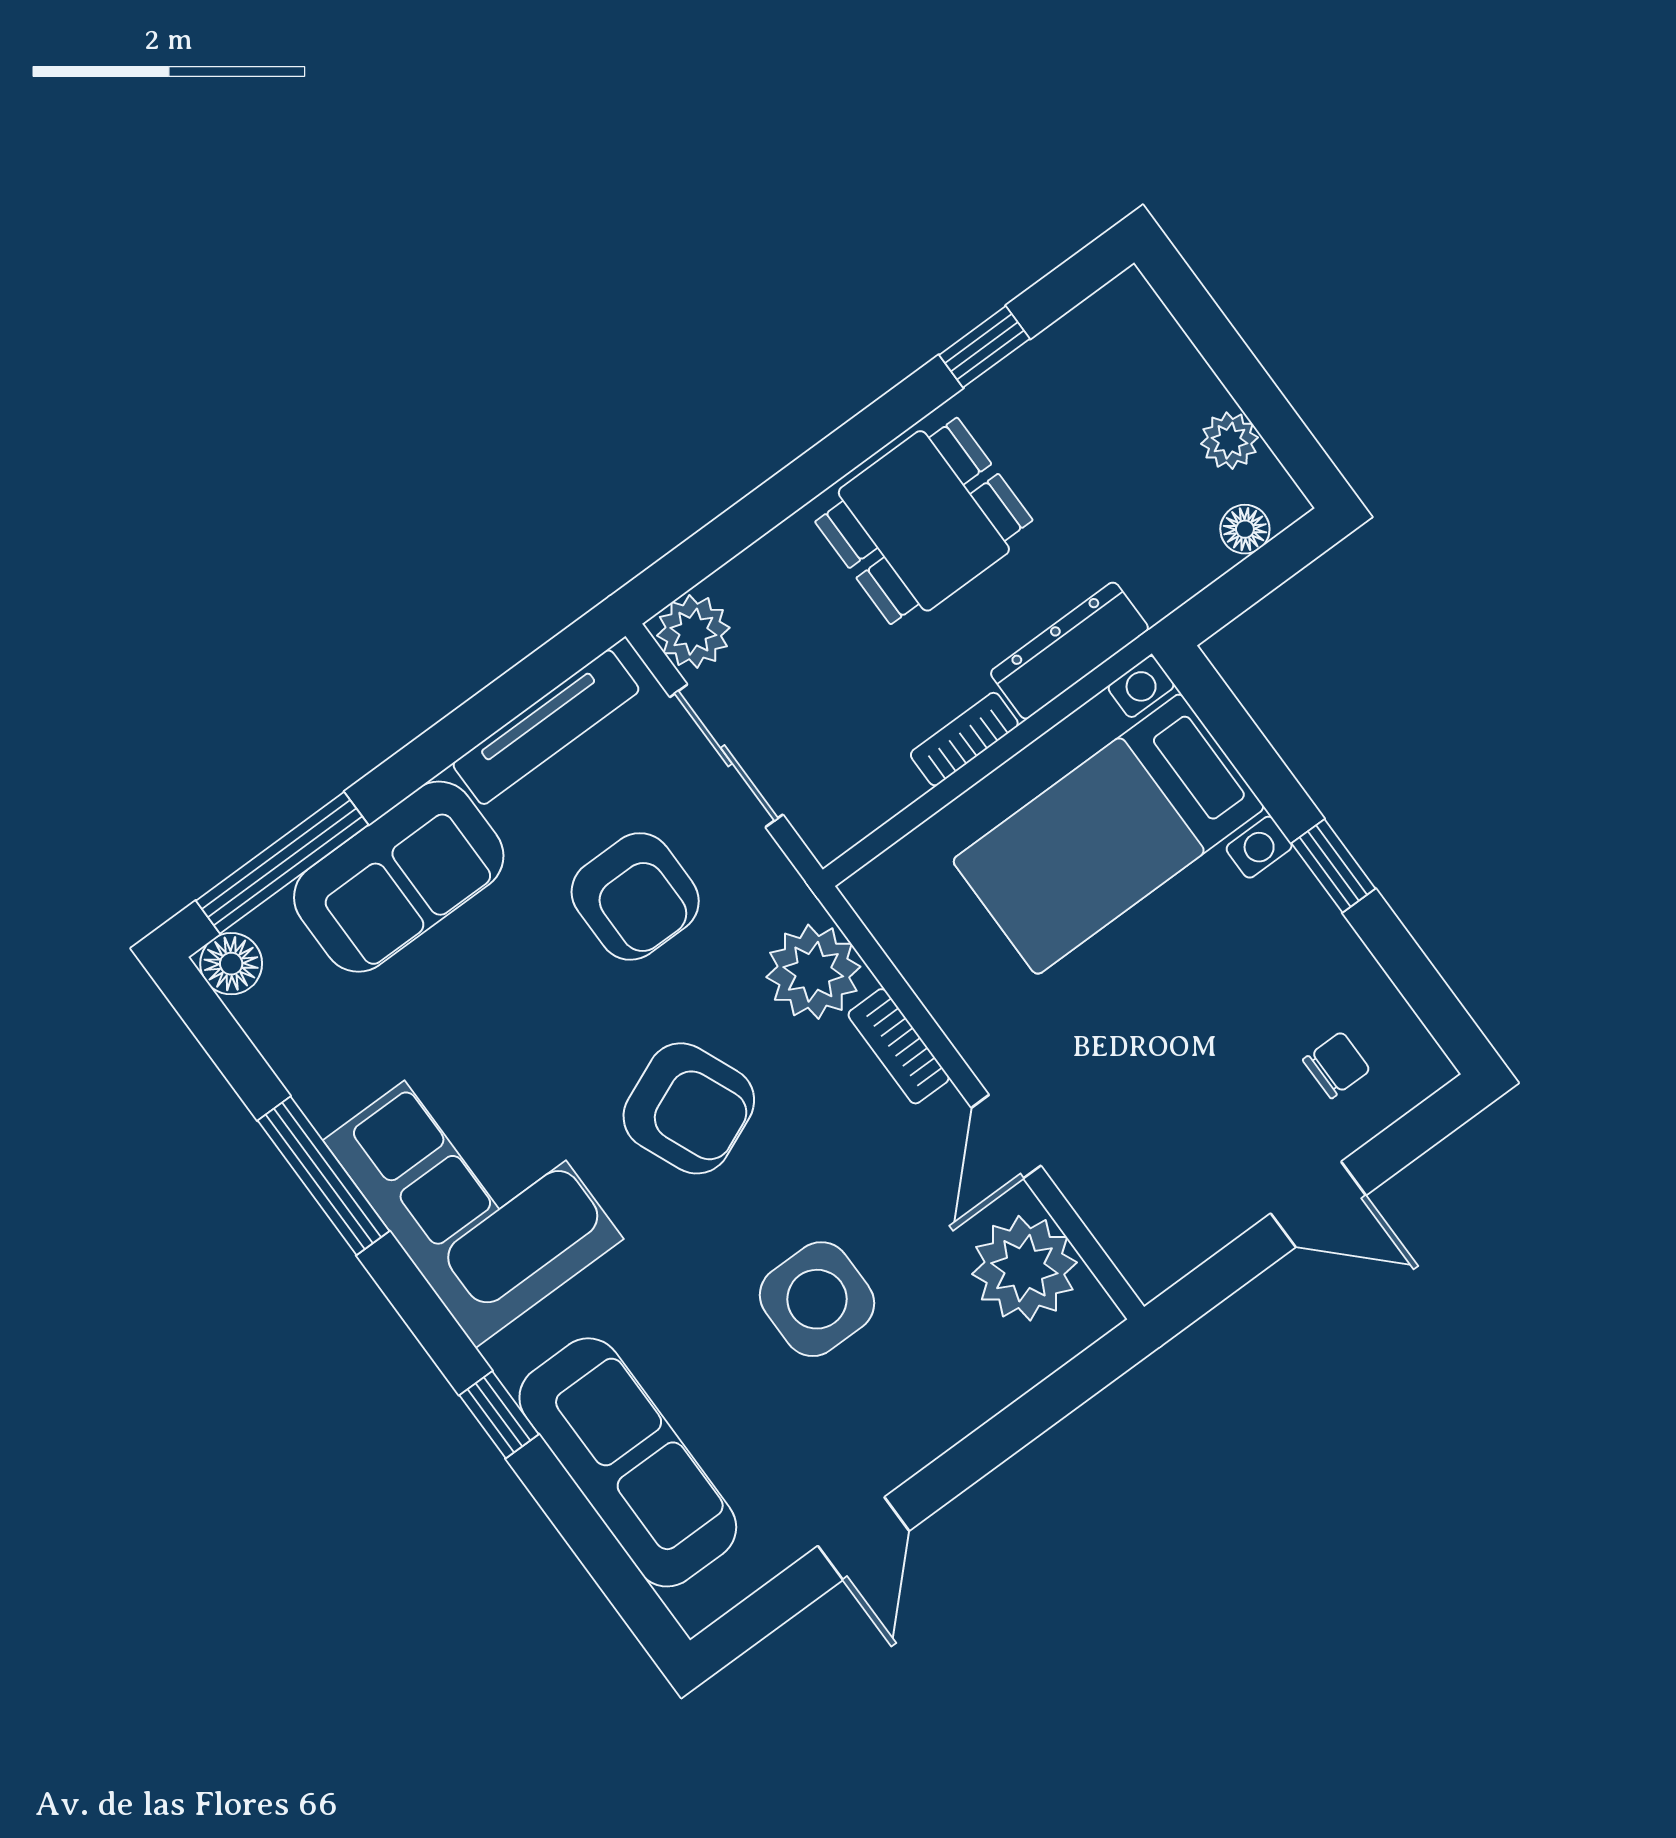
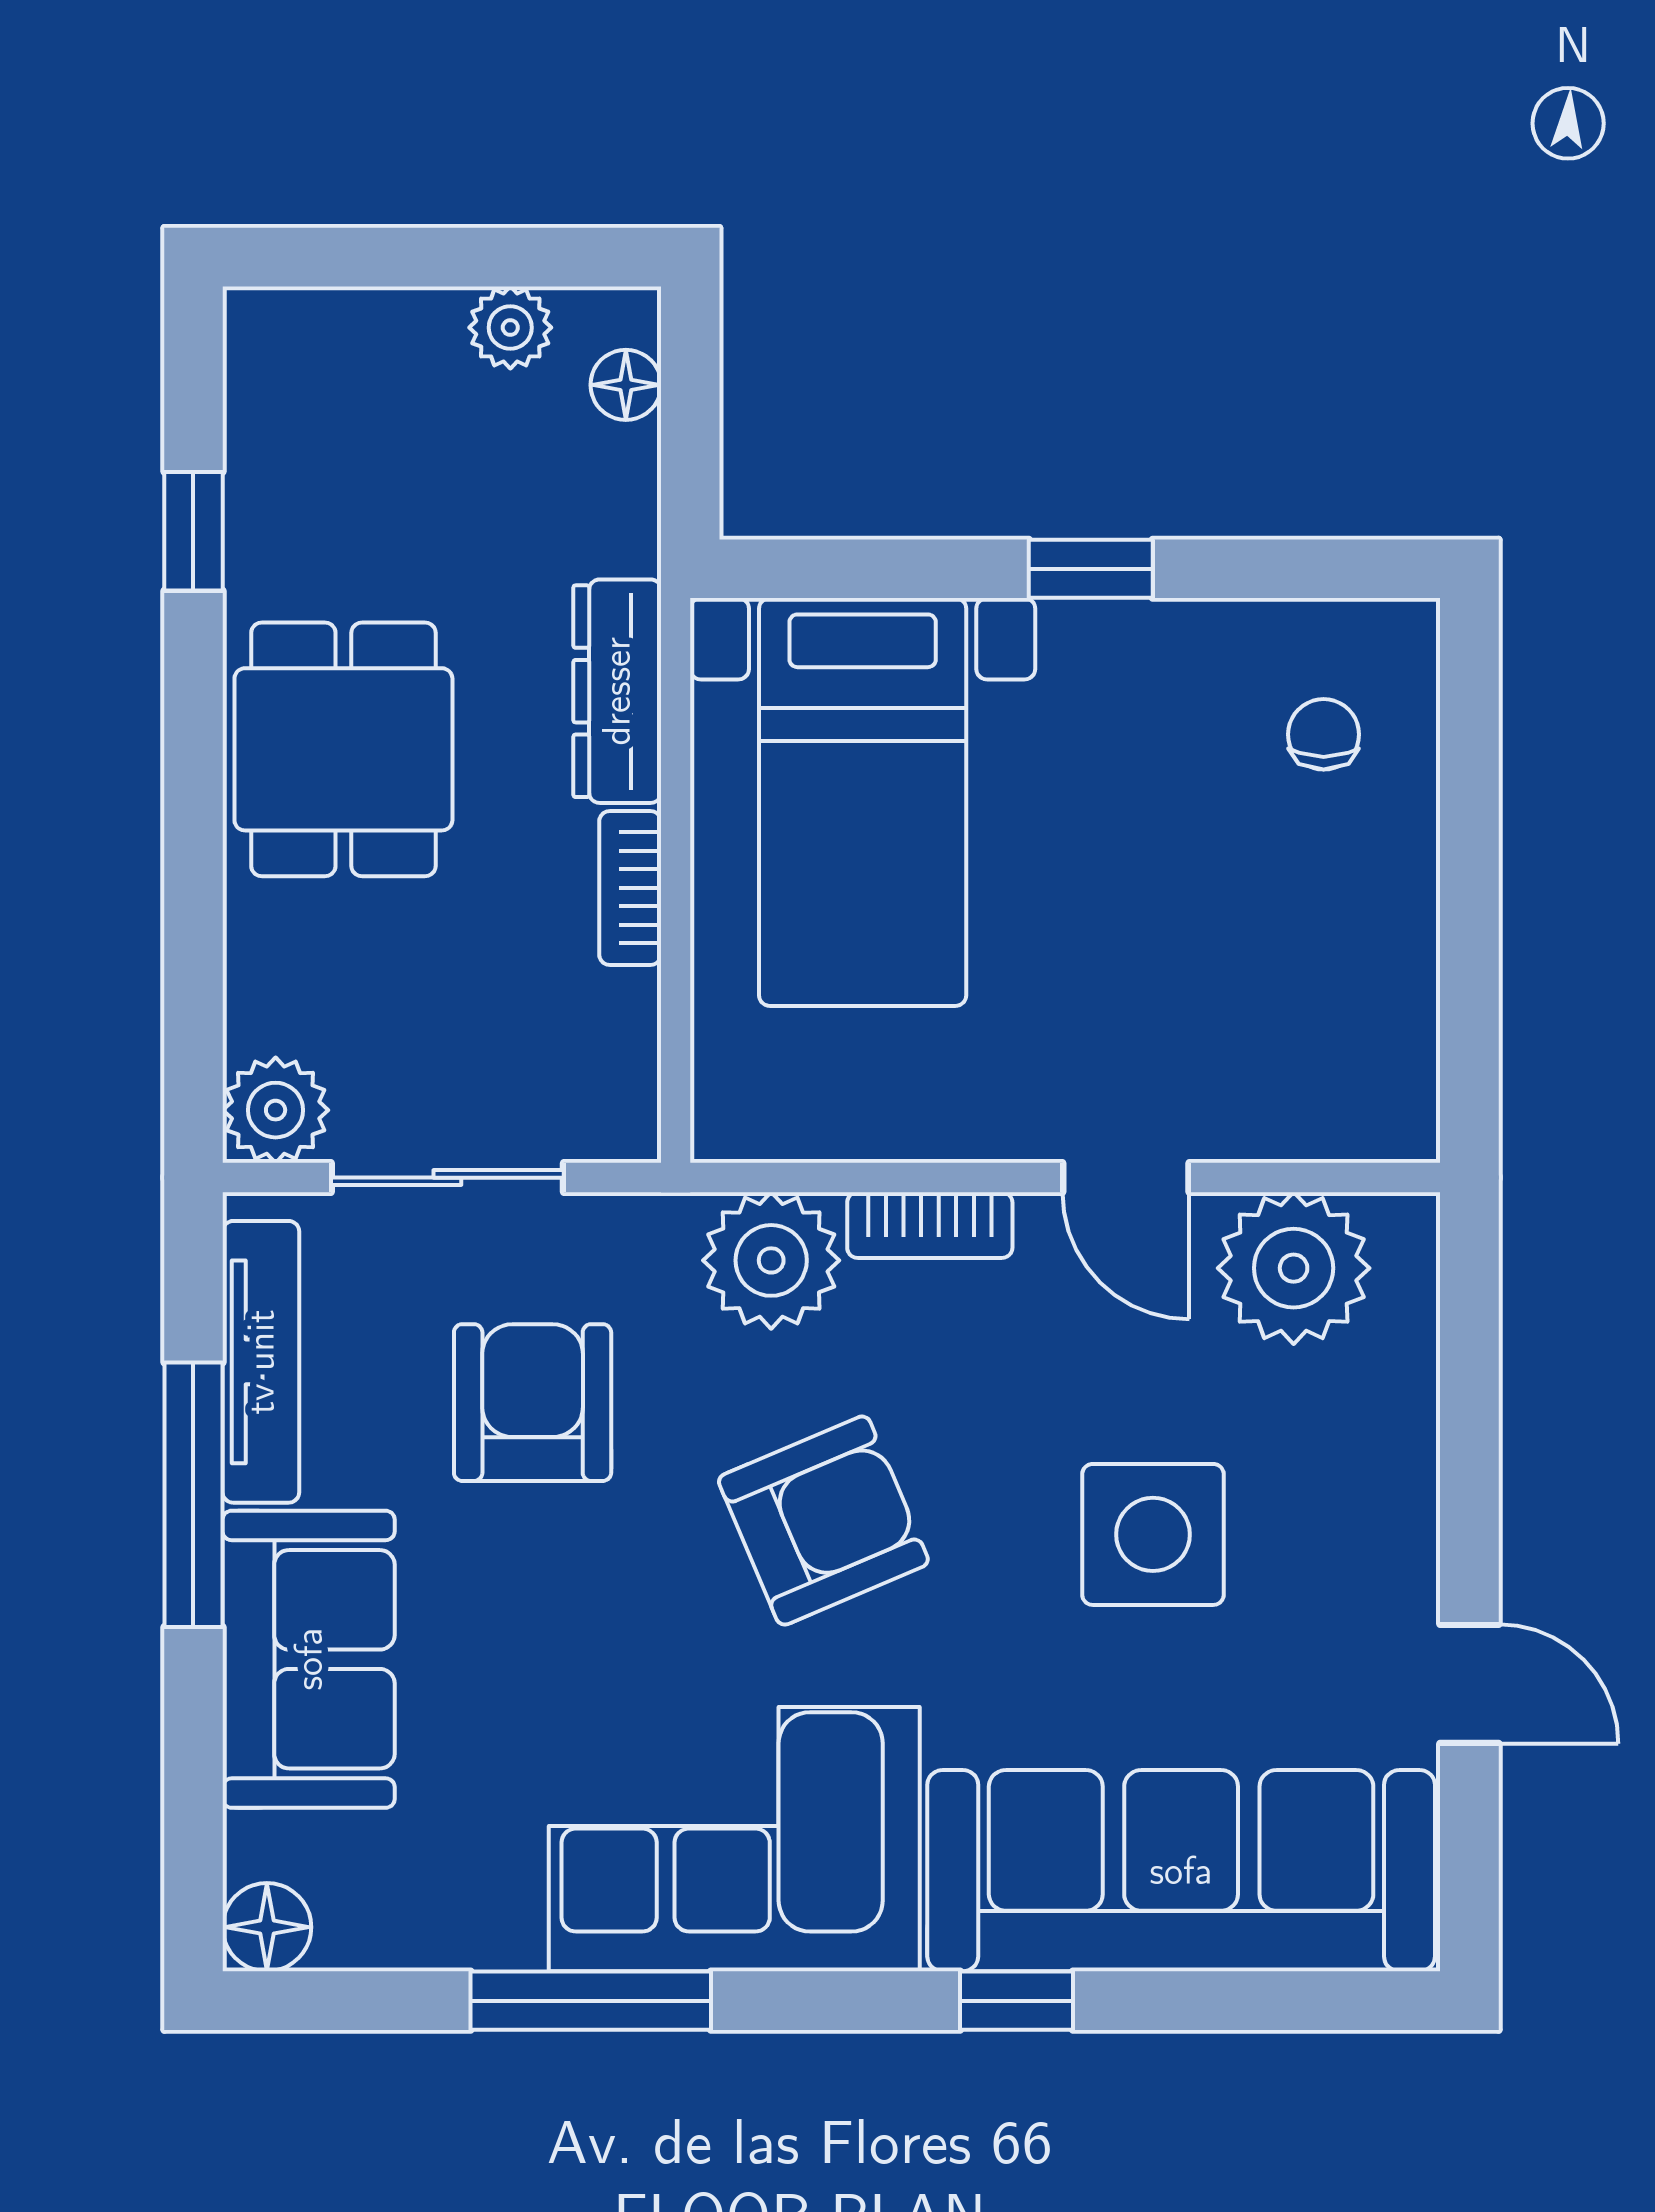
window: (282, 863) -> (193, 1495), moved
armchair: (635, 896) -> (533, 1403), turned -90
door: (1318, 1204) -> (1469, 874), removed
sofa: (628, 1462) -> (1181, 1871), width x1.36, depth x1.27

